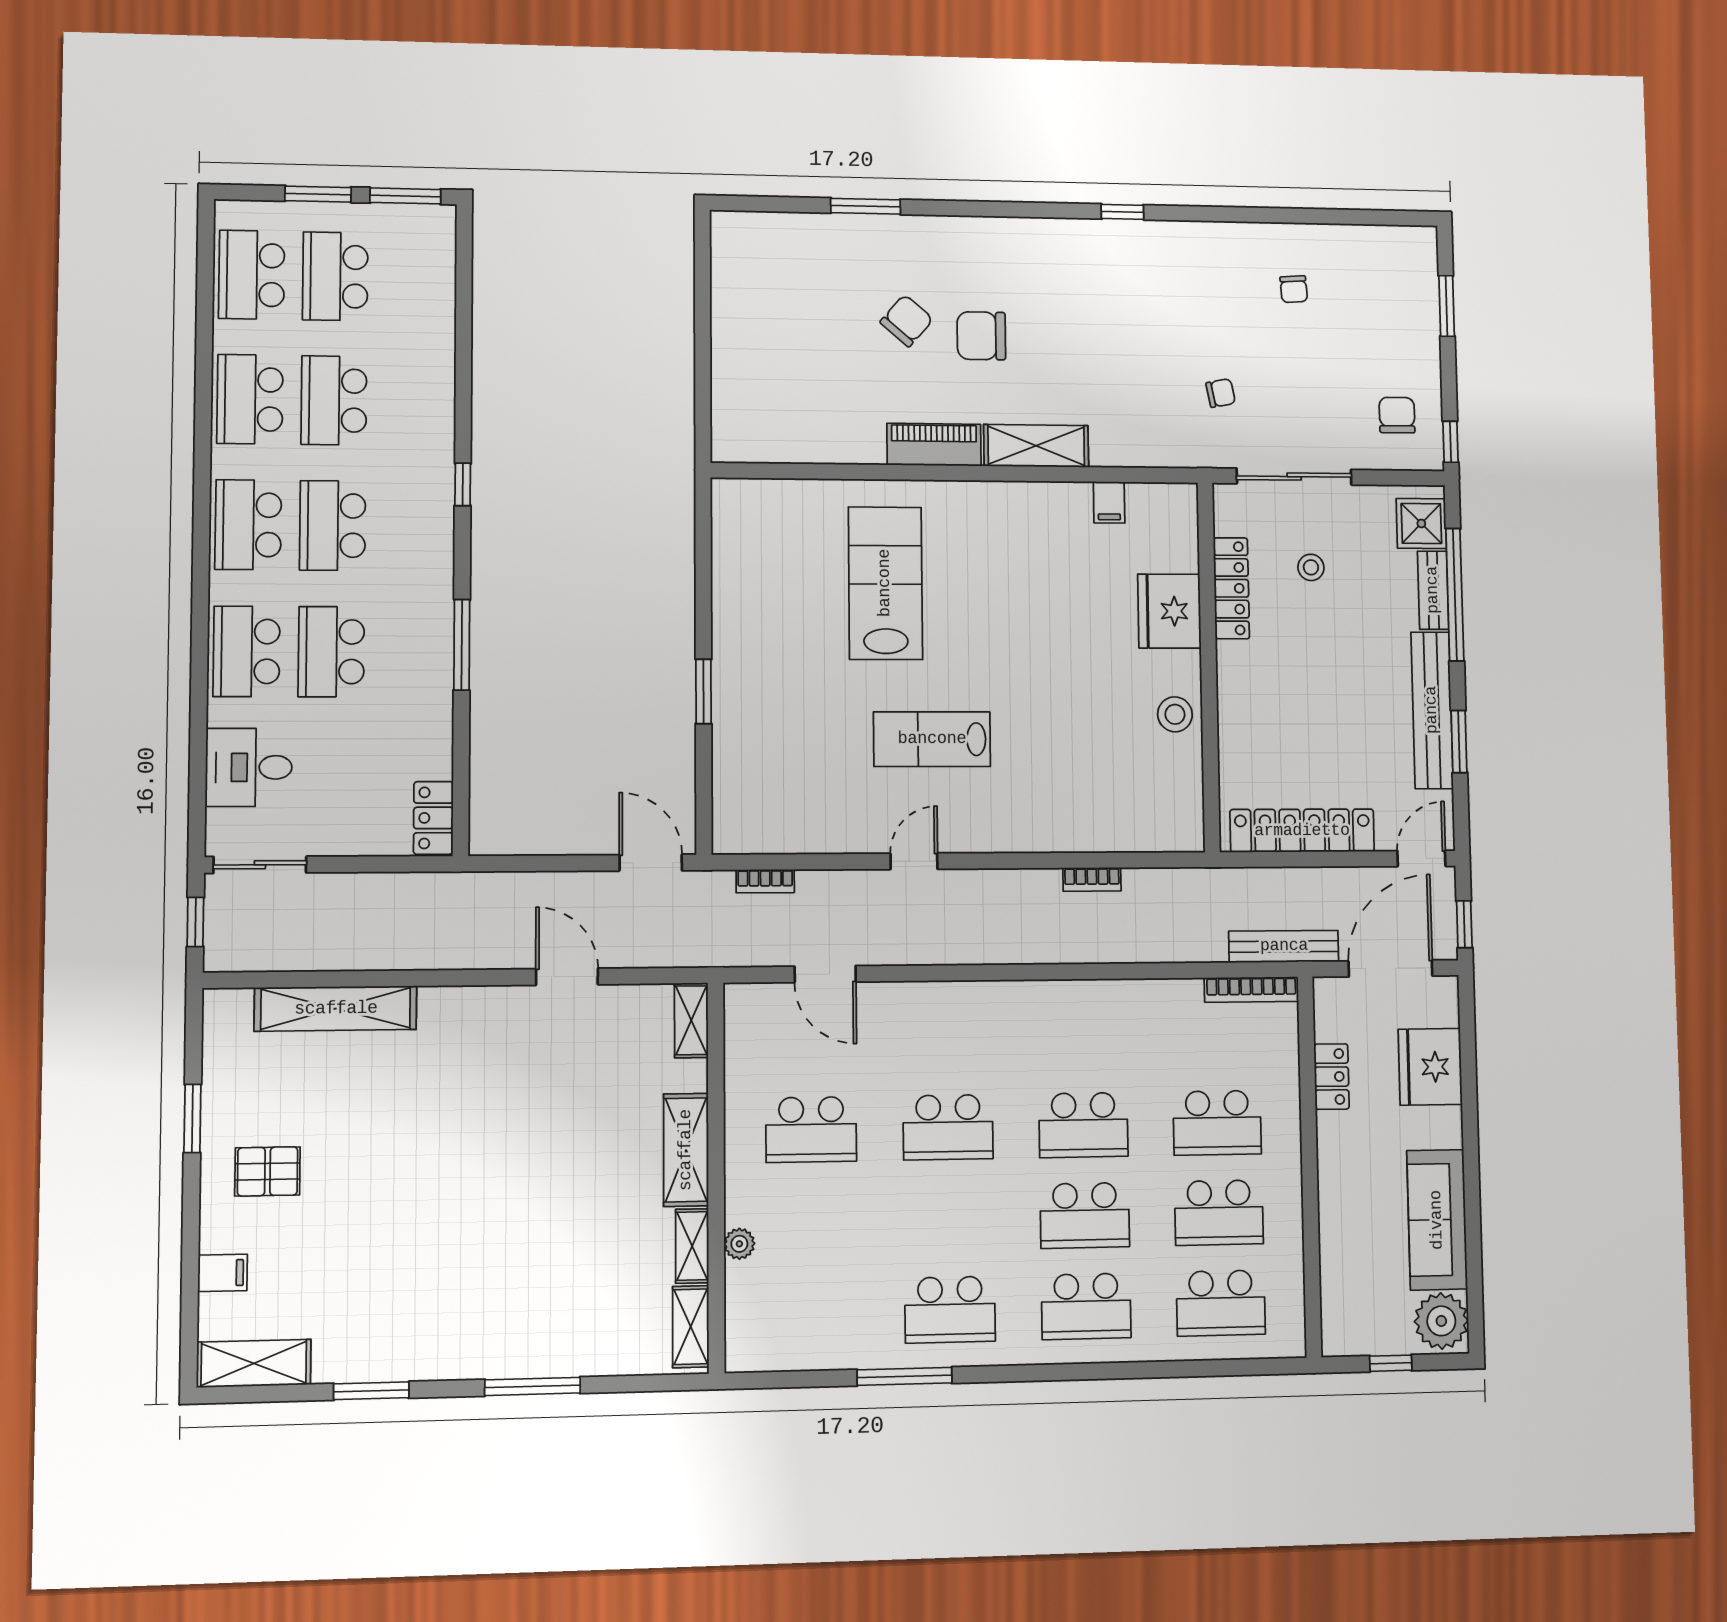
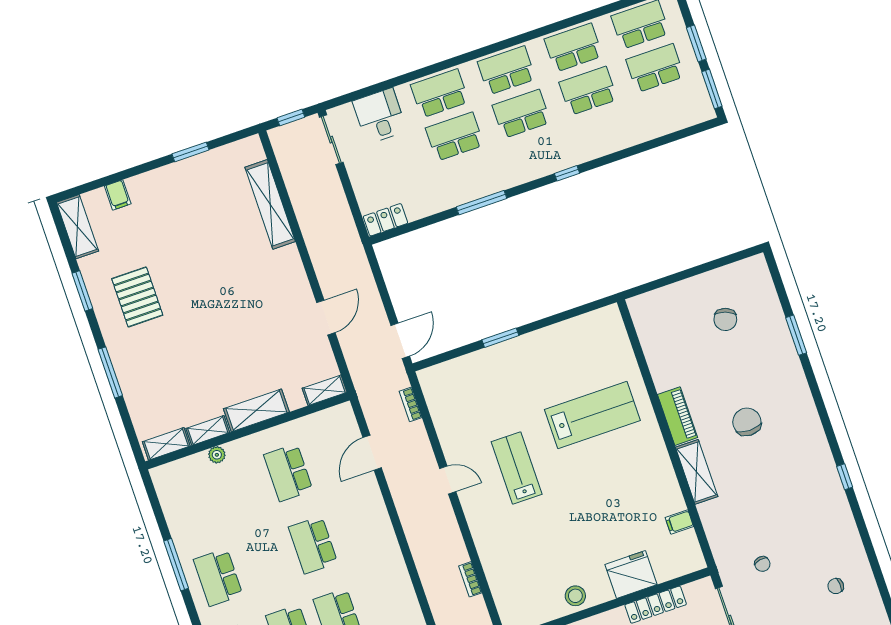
chair: (907, 321) -> (725, 319), moved, turned 69
pallet: (268, 1171) -> (137, 297), moved, width x1.50, depth x1.42

